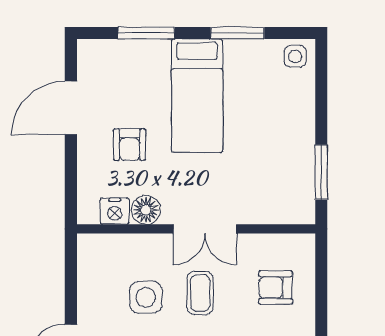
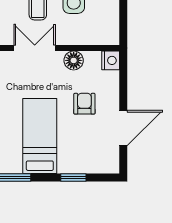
window: (146, 33) -> (73, 177), width x0.67
nightstand: (115, 211) -> (111, 60), moved, turned 90

